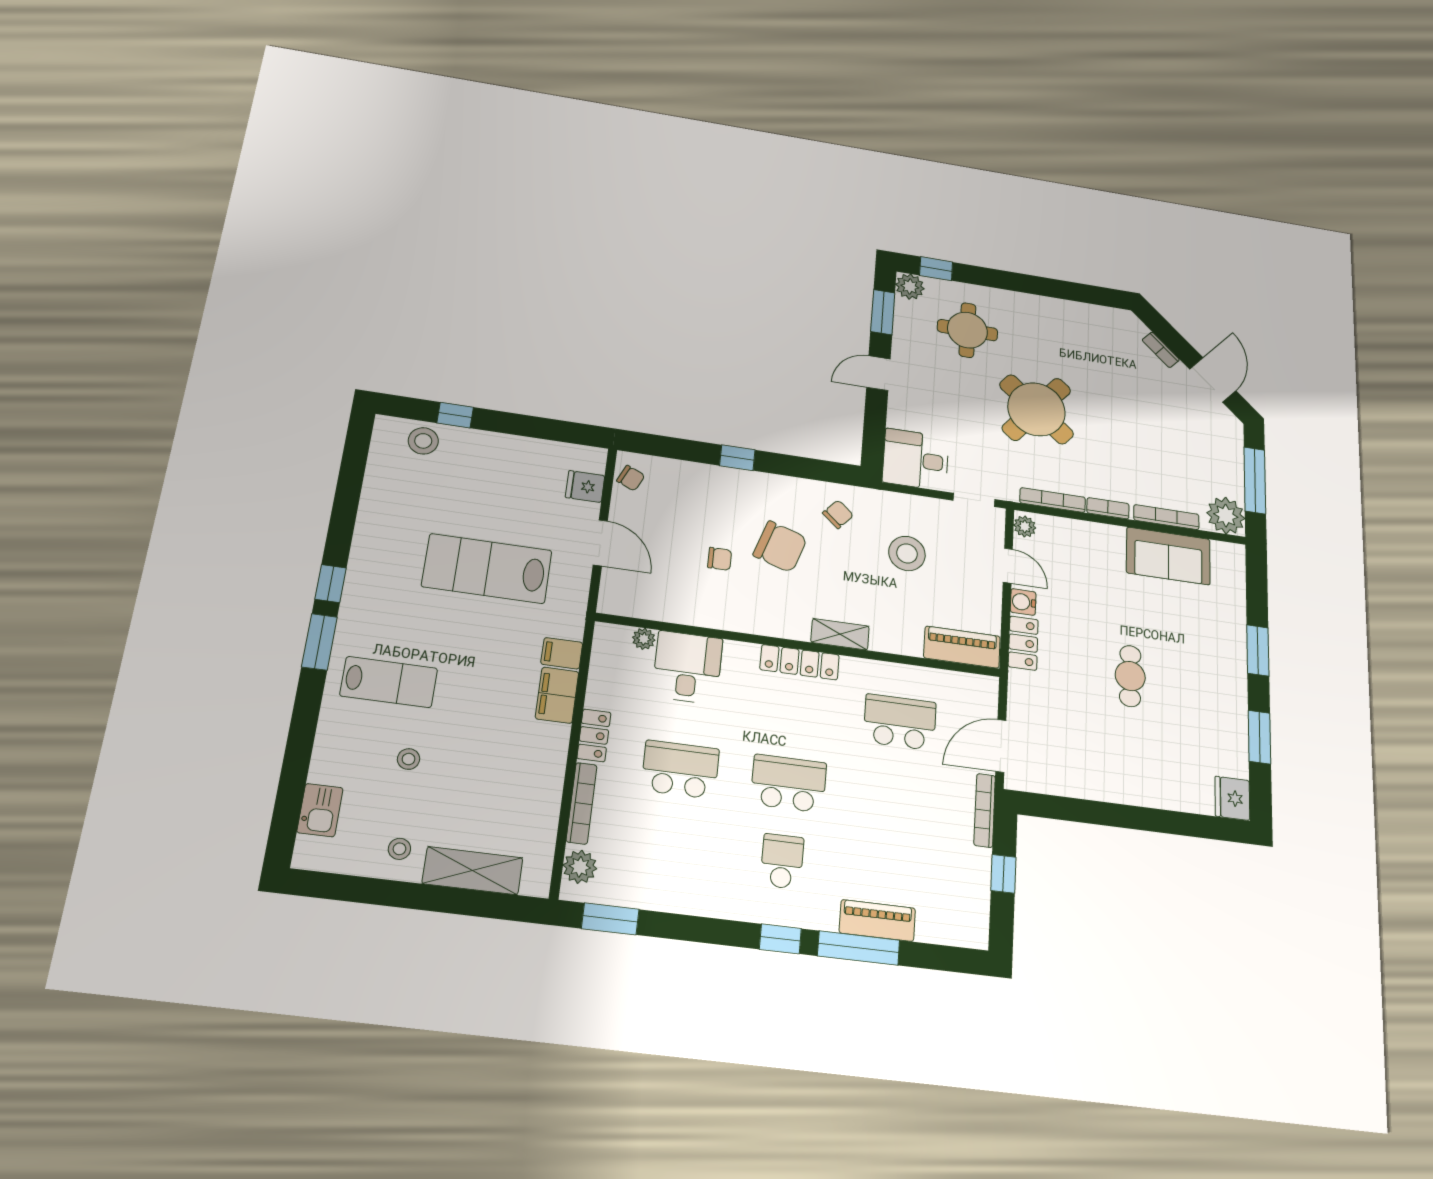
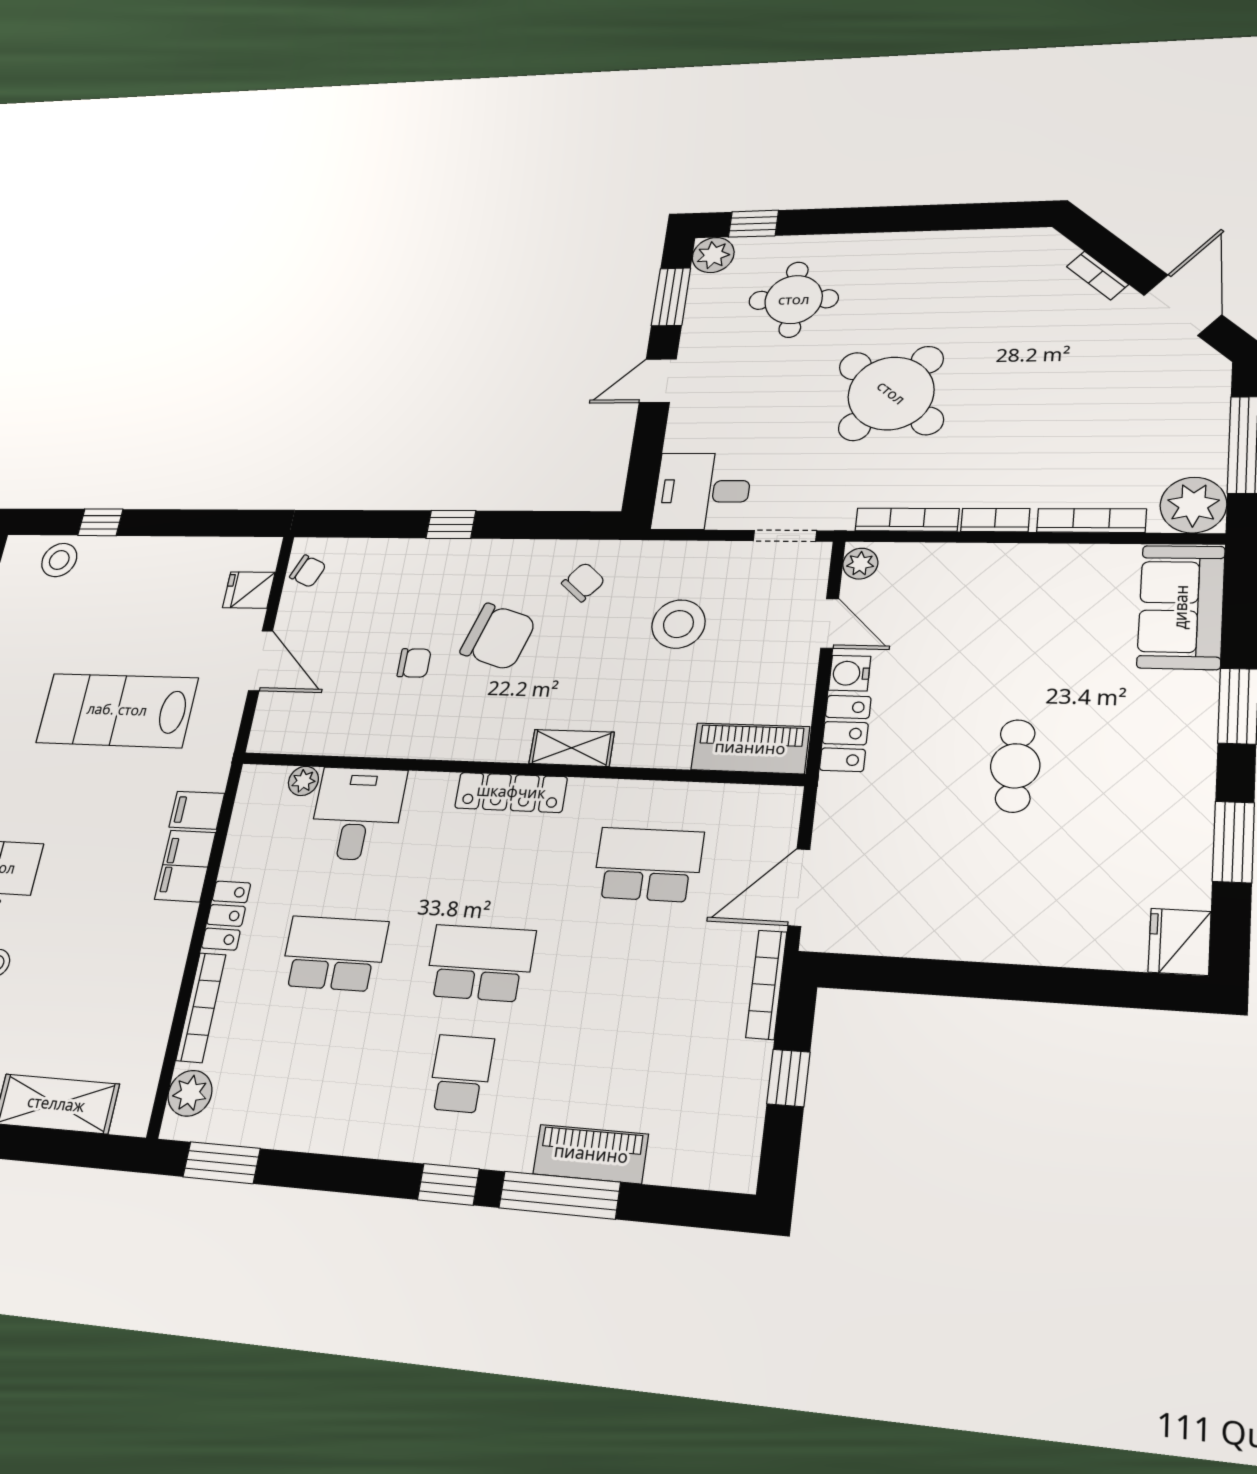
sofa: (1168, 556) -> (1181, 607), moved, turned 90

